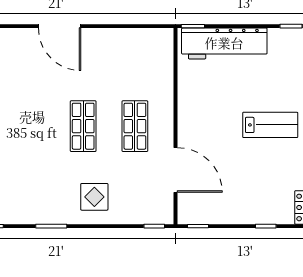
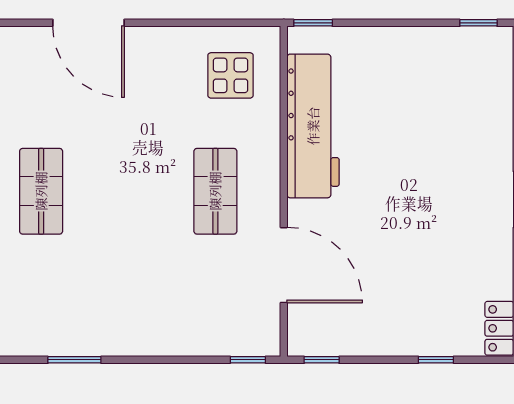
workbench: (224, 43) -> (313, 126), moved, turned -90
lab bench: (270, 125) -> (443, 189), removed
shop shelf: (83, 126) -> (41, 191), moved
display table: (94, 197) -> (231, 75), moved

